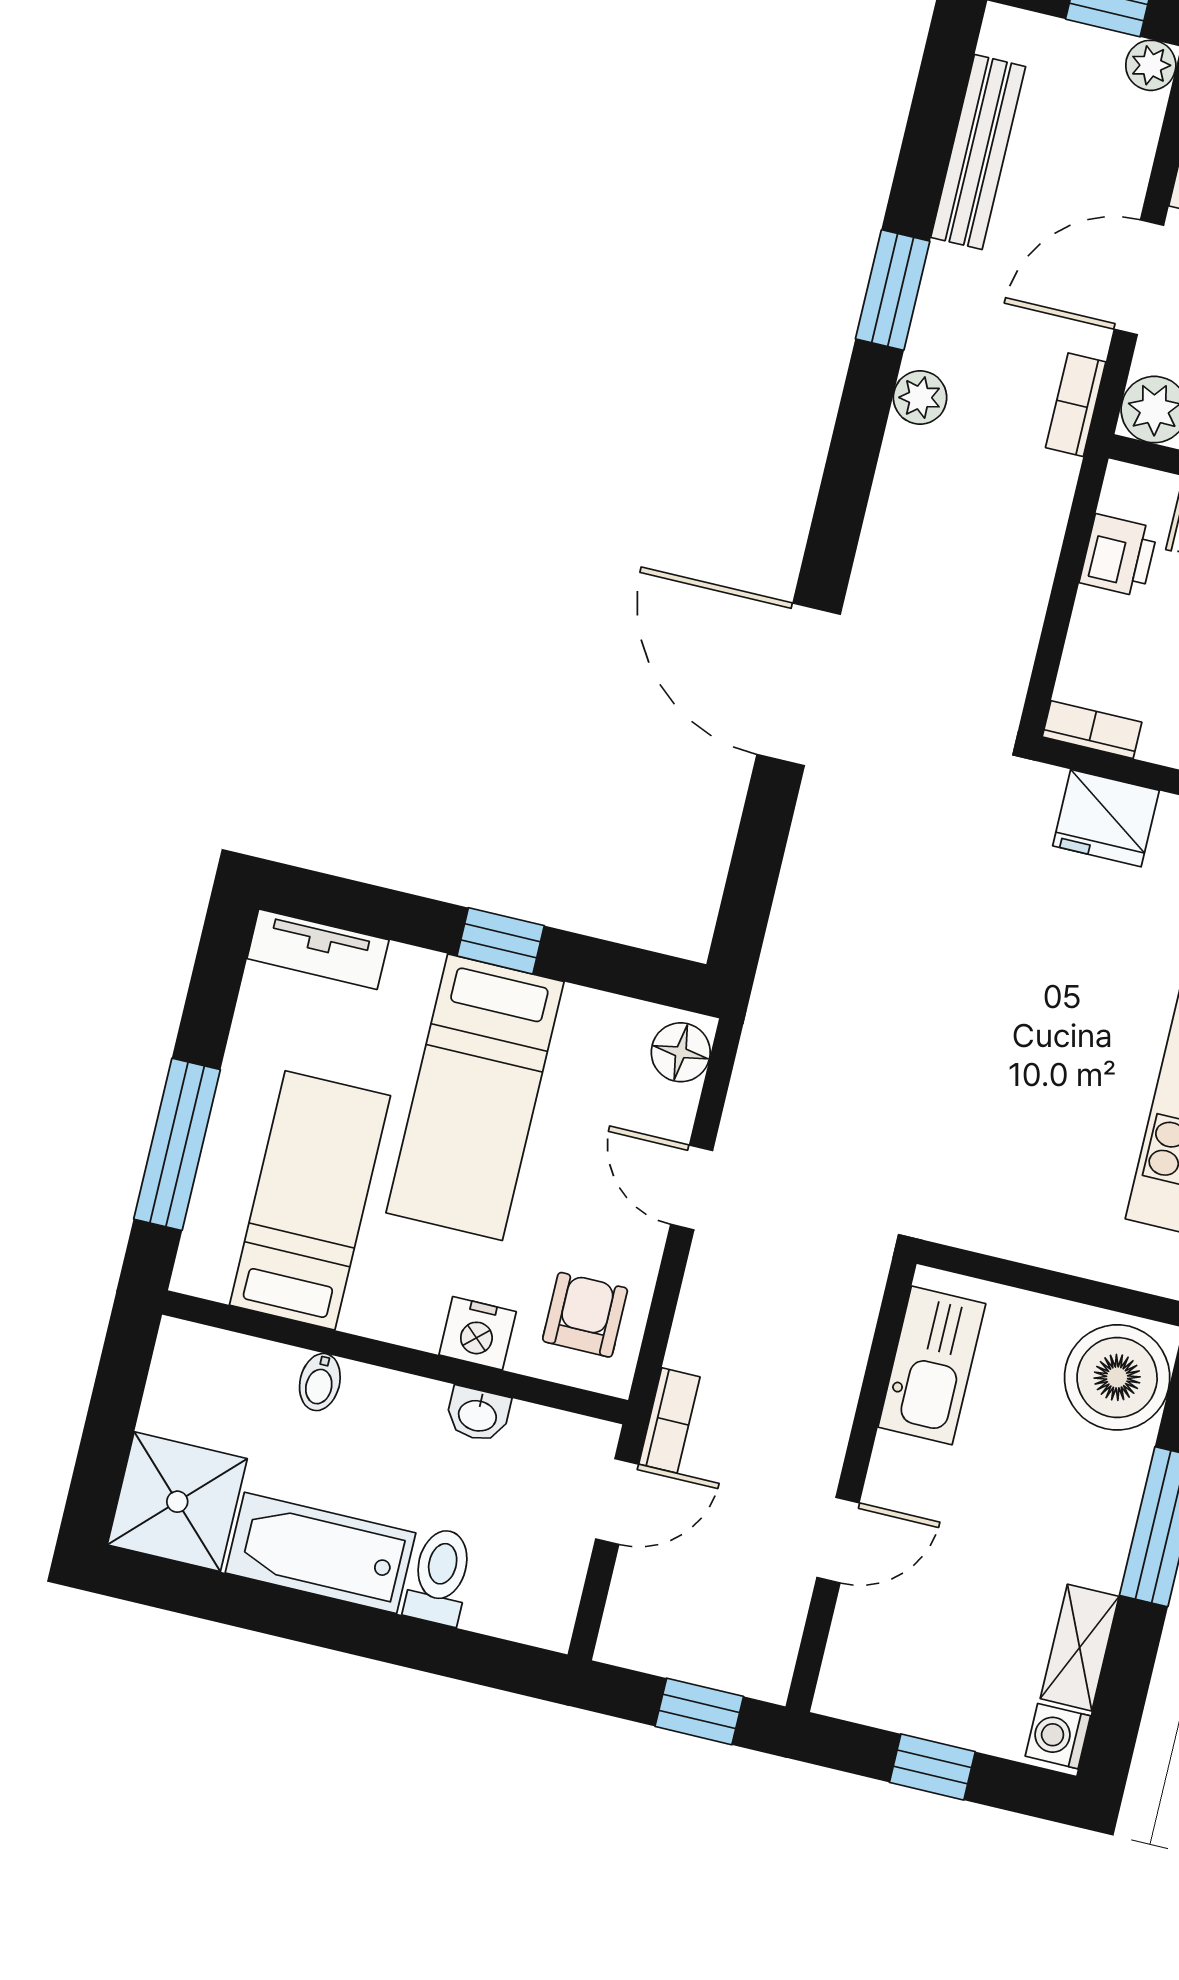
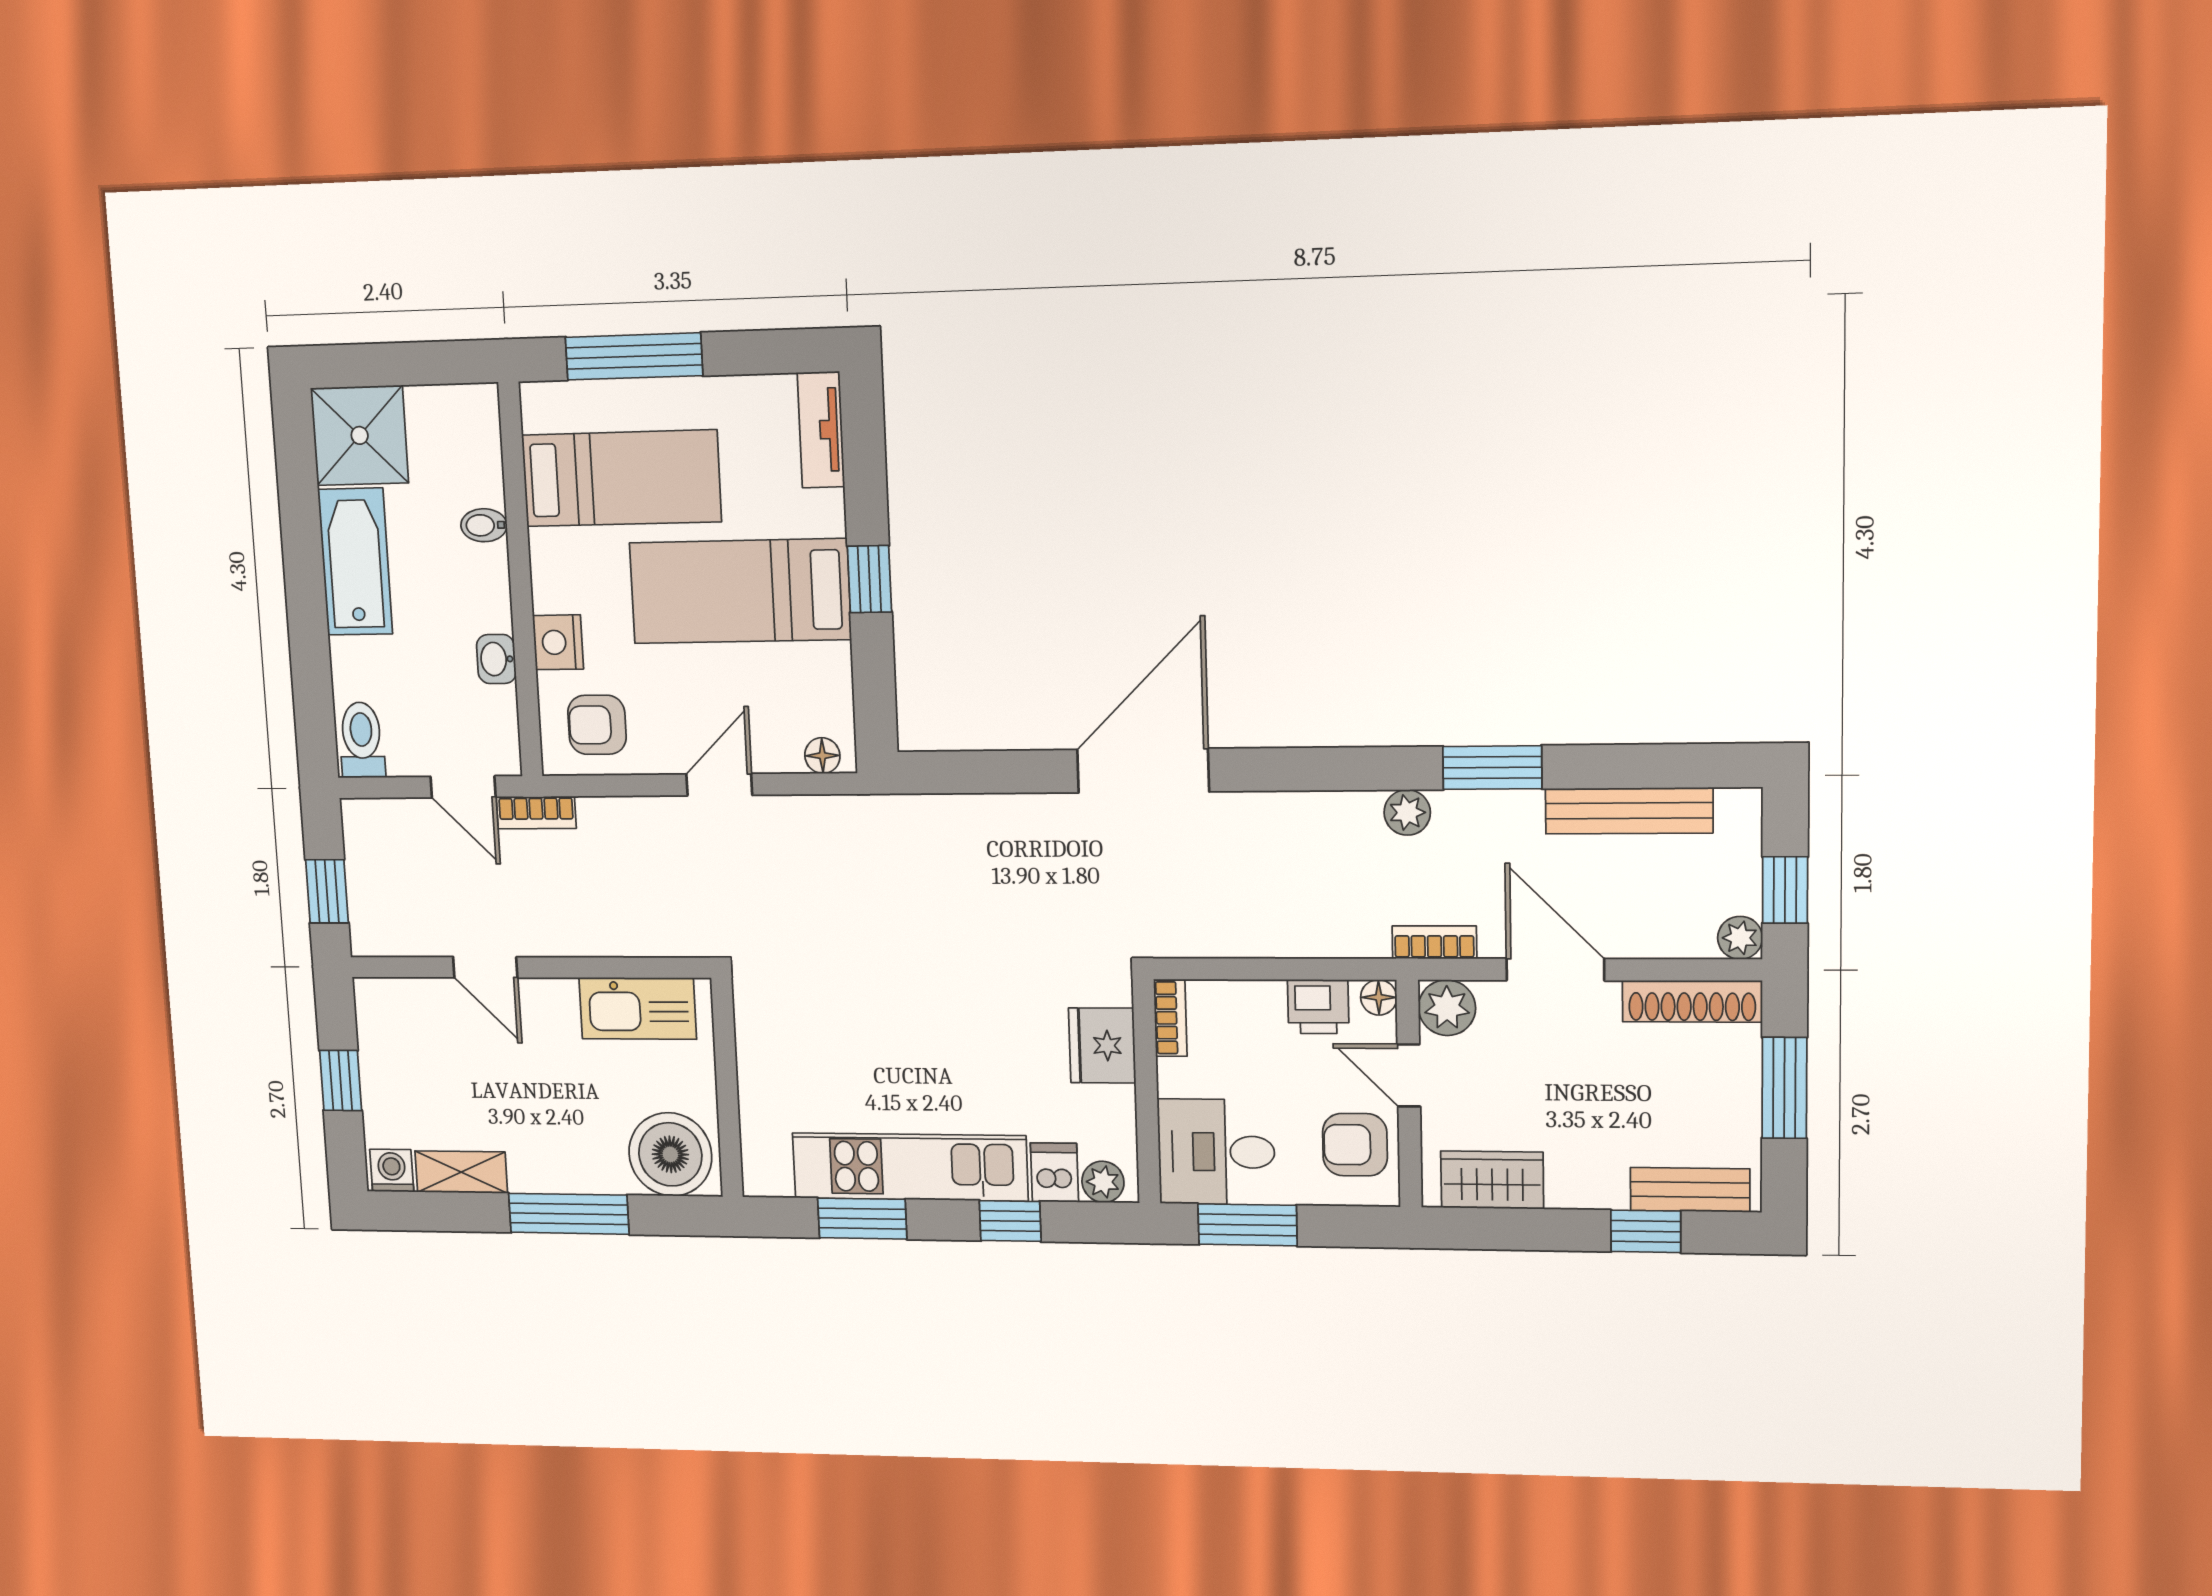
floor lamp: (1124, 484) -> (1379, 997), added
floor lamp: (681, 1052) -> (822, 756), width x0.73, depth x0.73
armchair: (585, 1315) -> (597, 725), turned 180
toilet: (440, 1576) -> (362, 740), moved, turned -90

